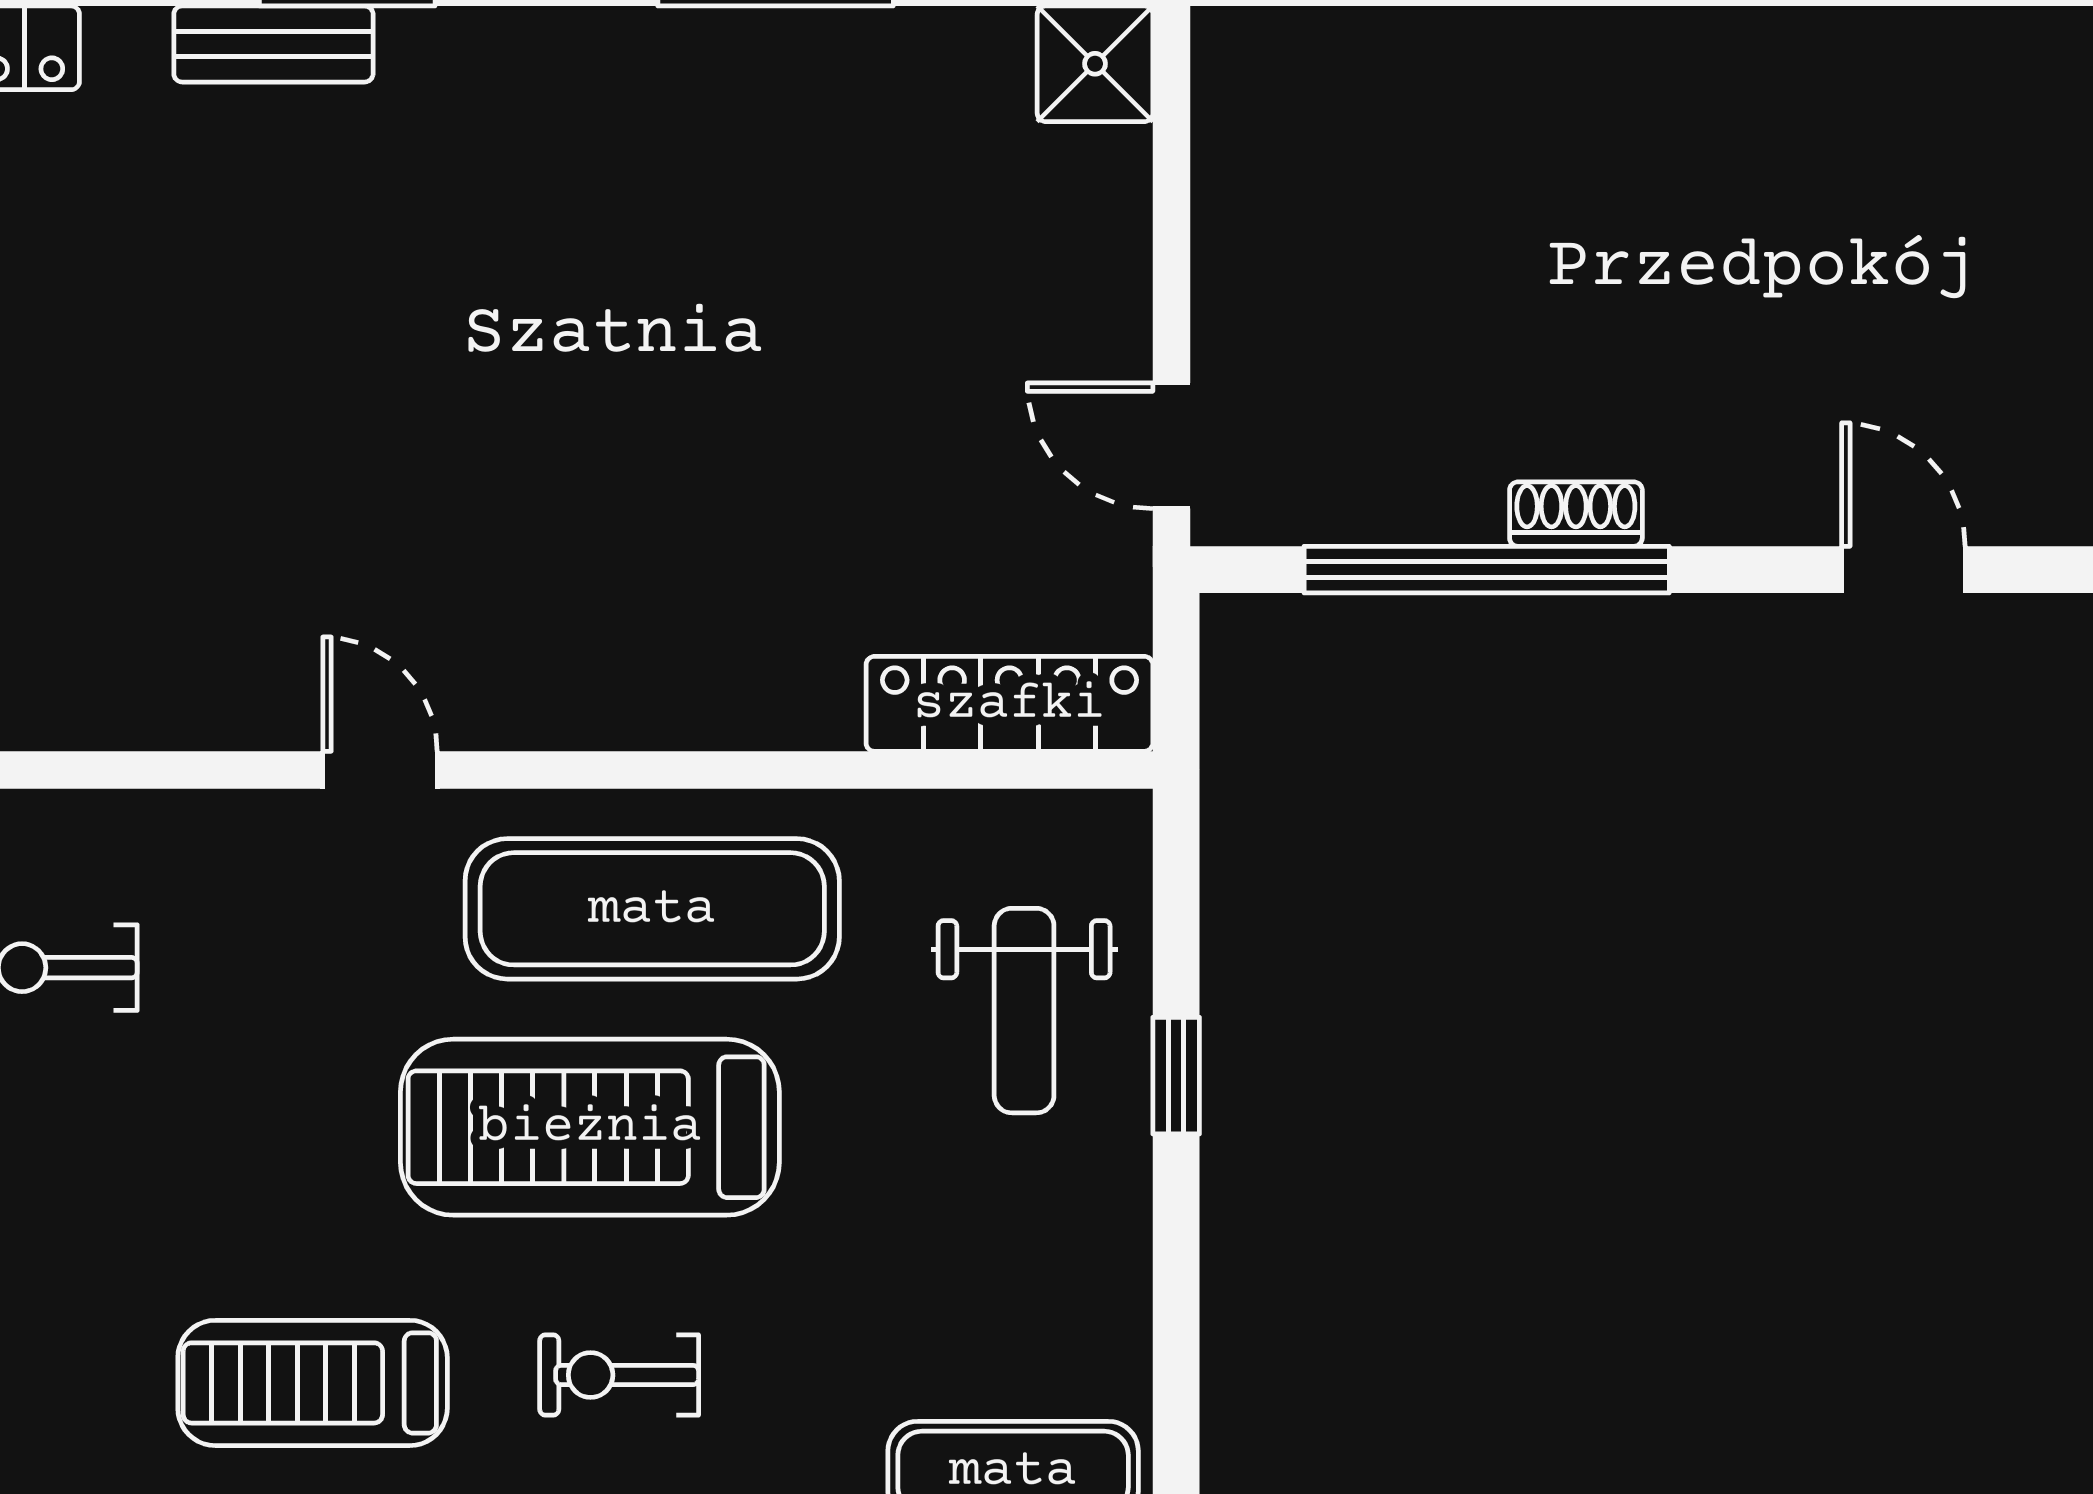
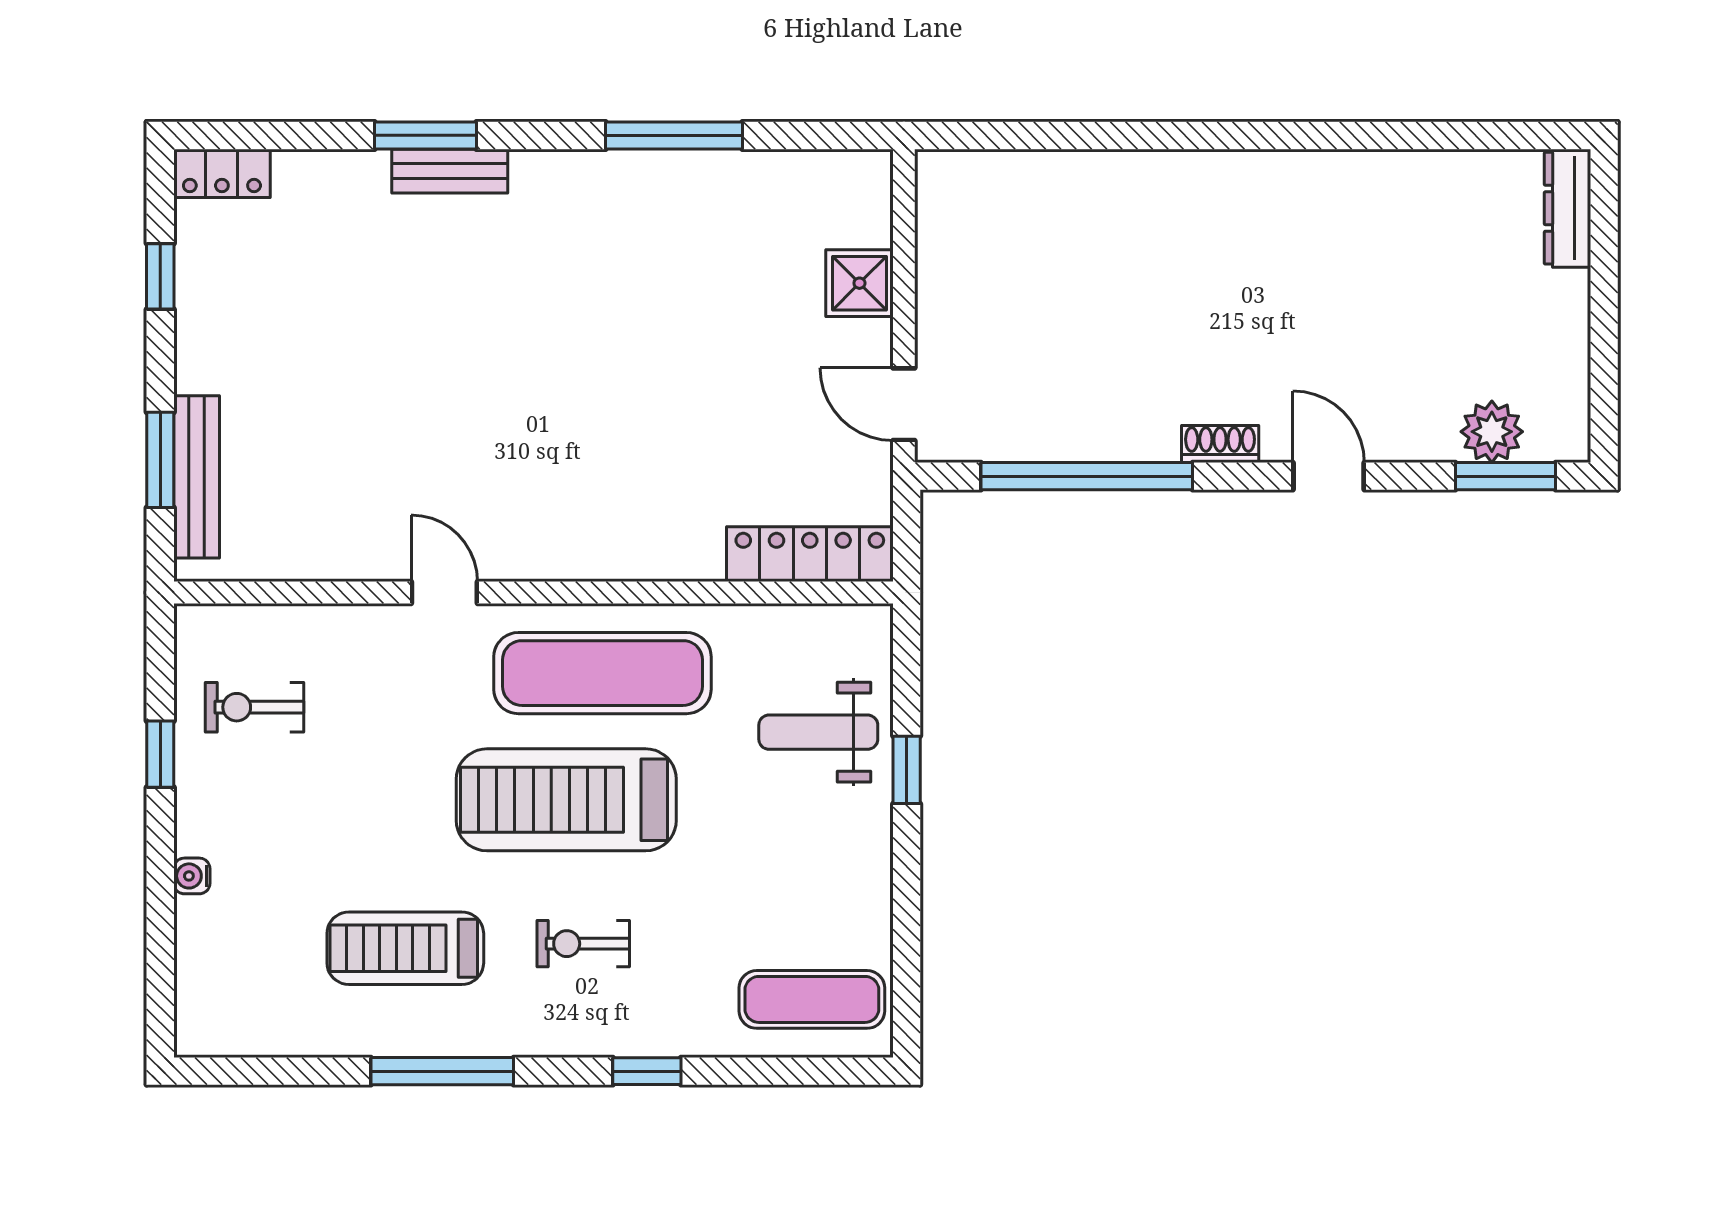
bench: (273, 44) -> (450, 171), moved
shower: (1095, 64) -> (859, 283), moved
shoe rack: (1576, 514) -> (1220, 444), moved
weight bench: (1024, 1011) -> (818, 732), turned 90

